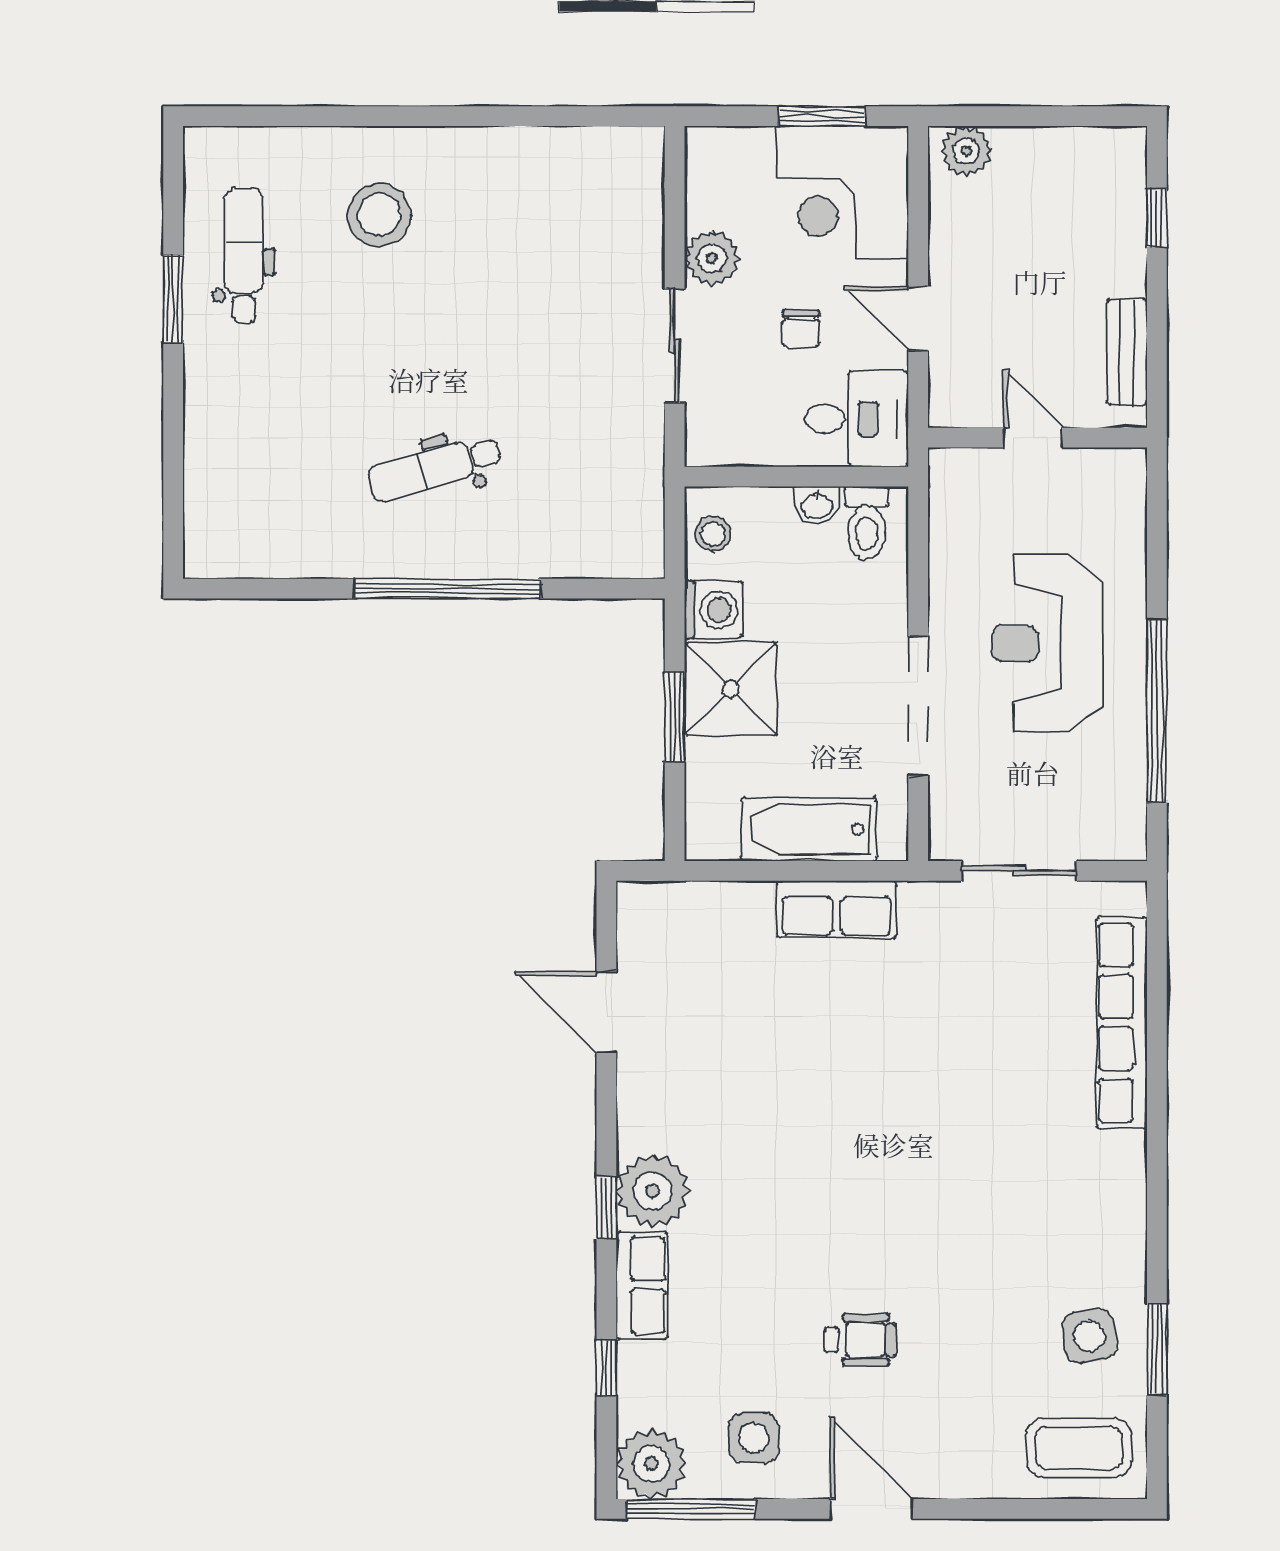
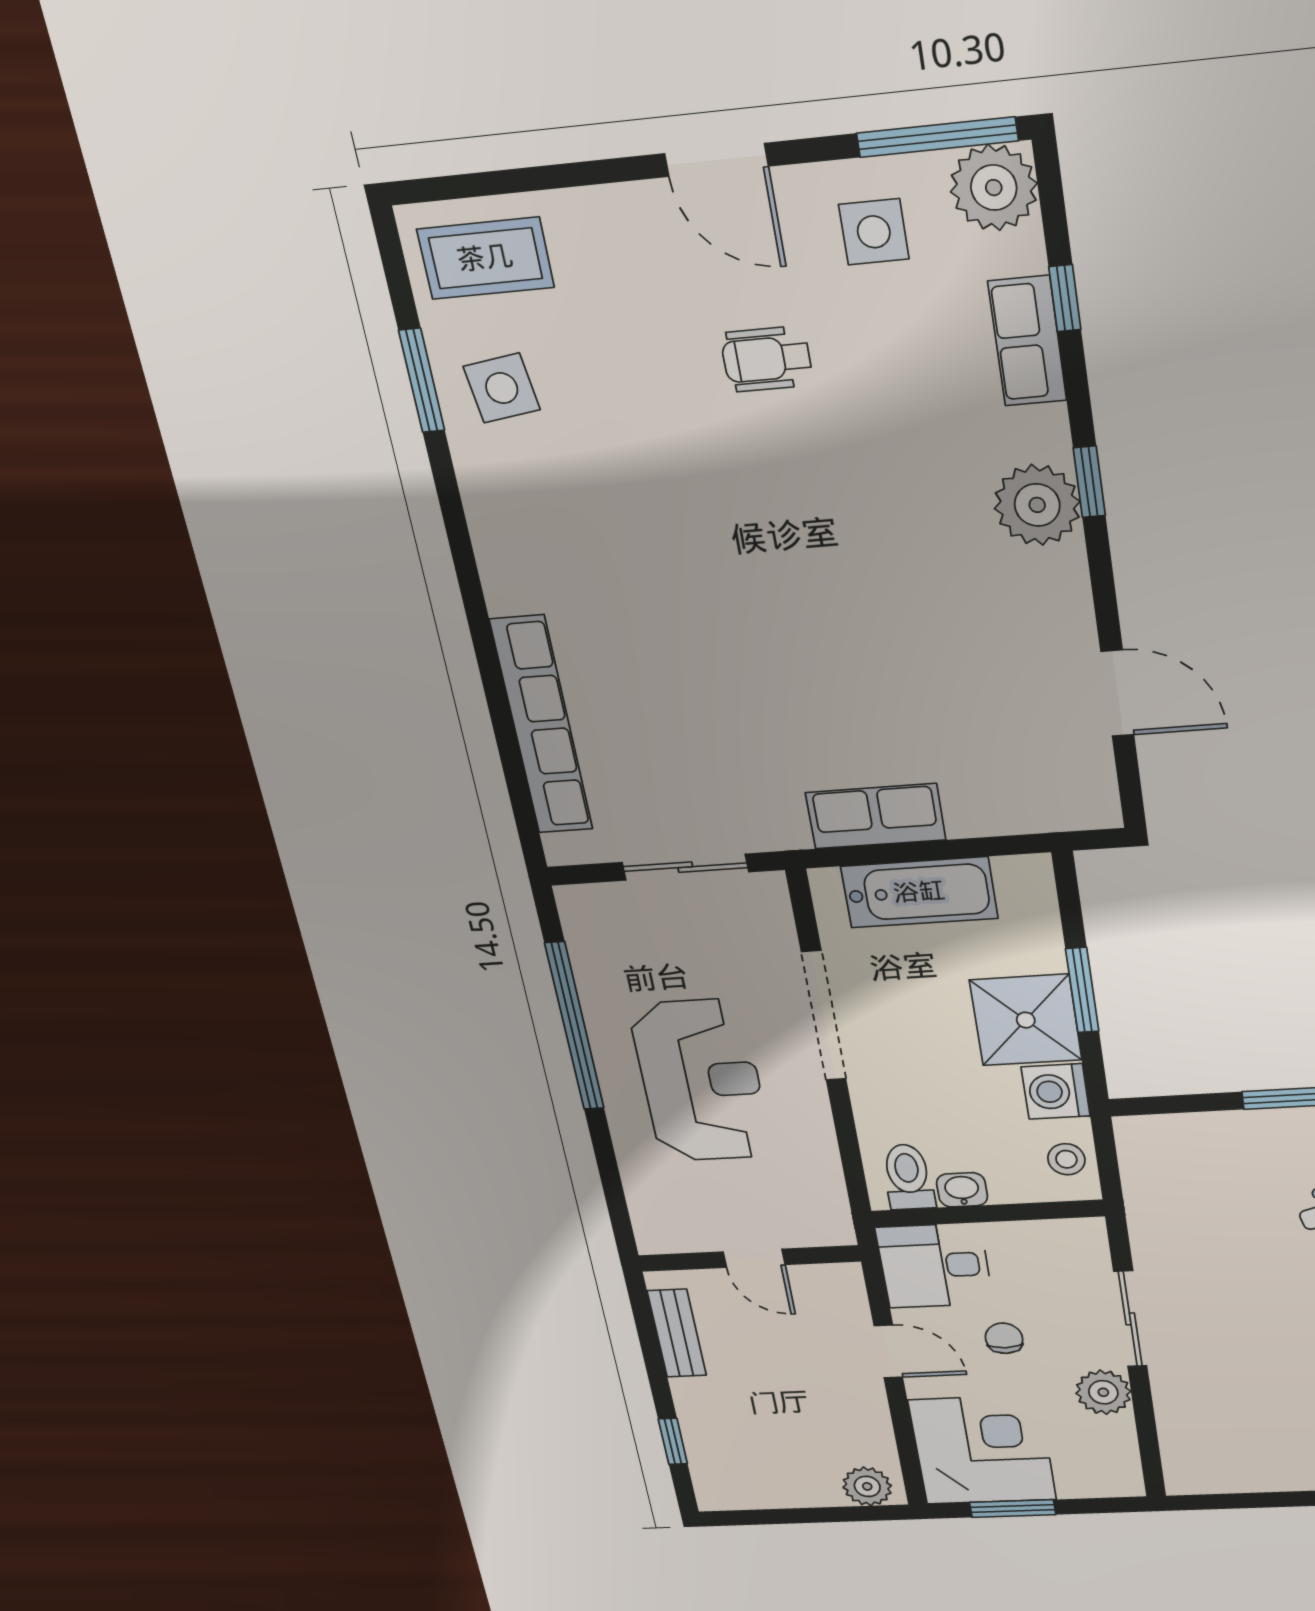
row of seats: (642, 1285) -> (1027, 341), moved

